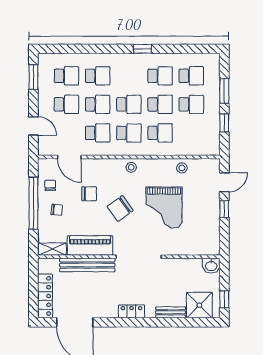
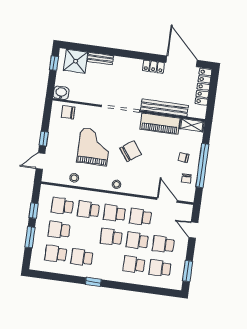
school desk: (160, 104) -> (62, 206), moved
chair: (89, 194) -> (68, 112), moved
locker: (131, 311) -> (153, 67), moved

